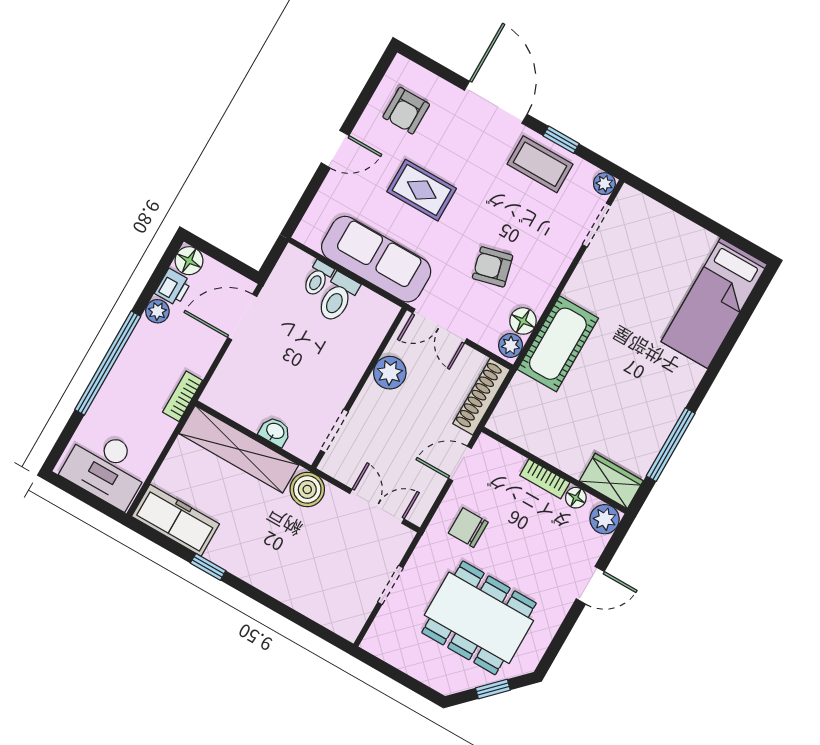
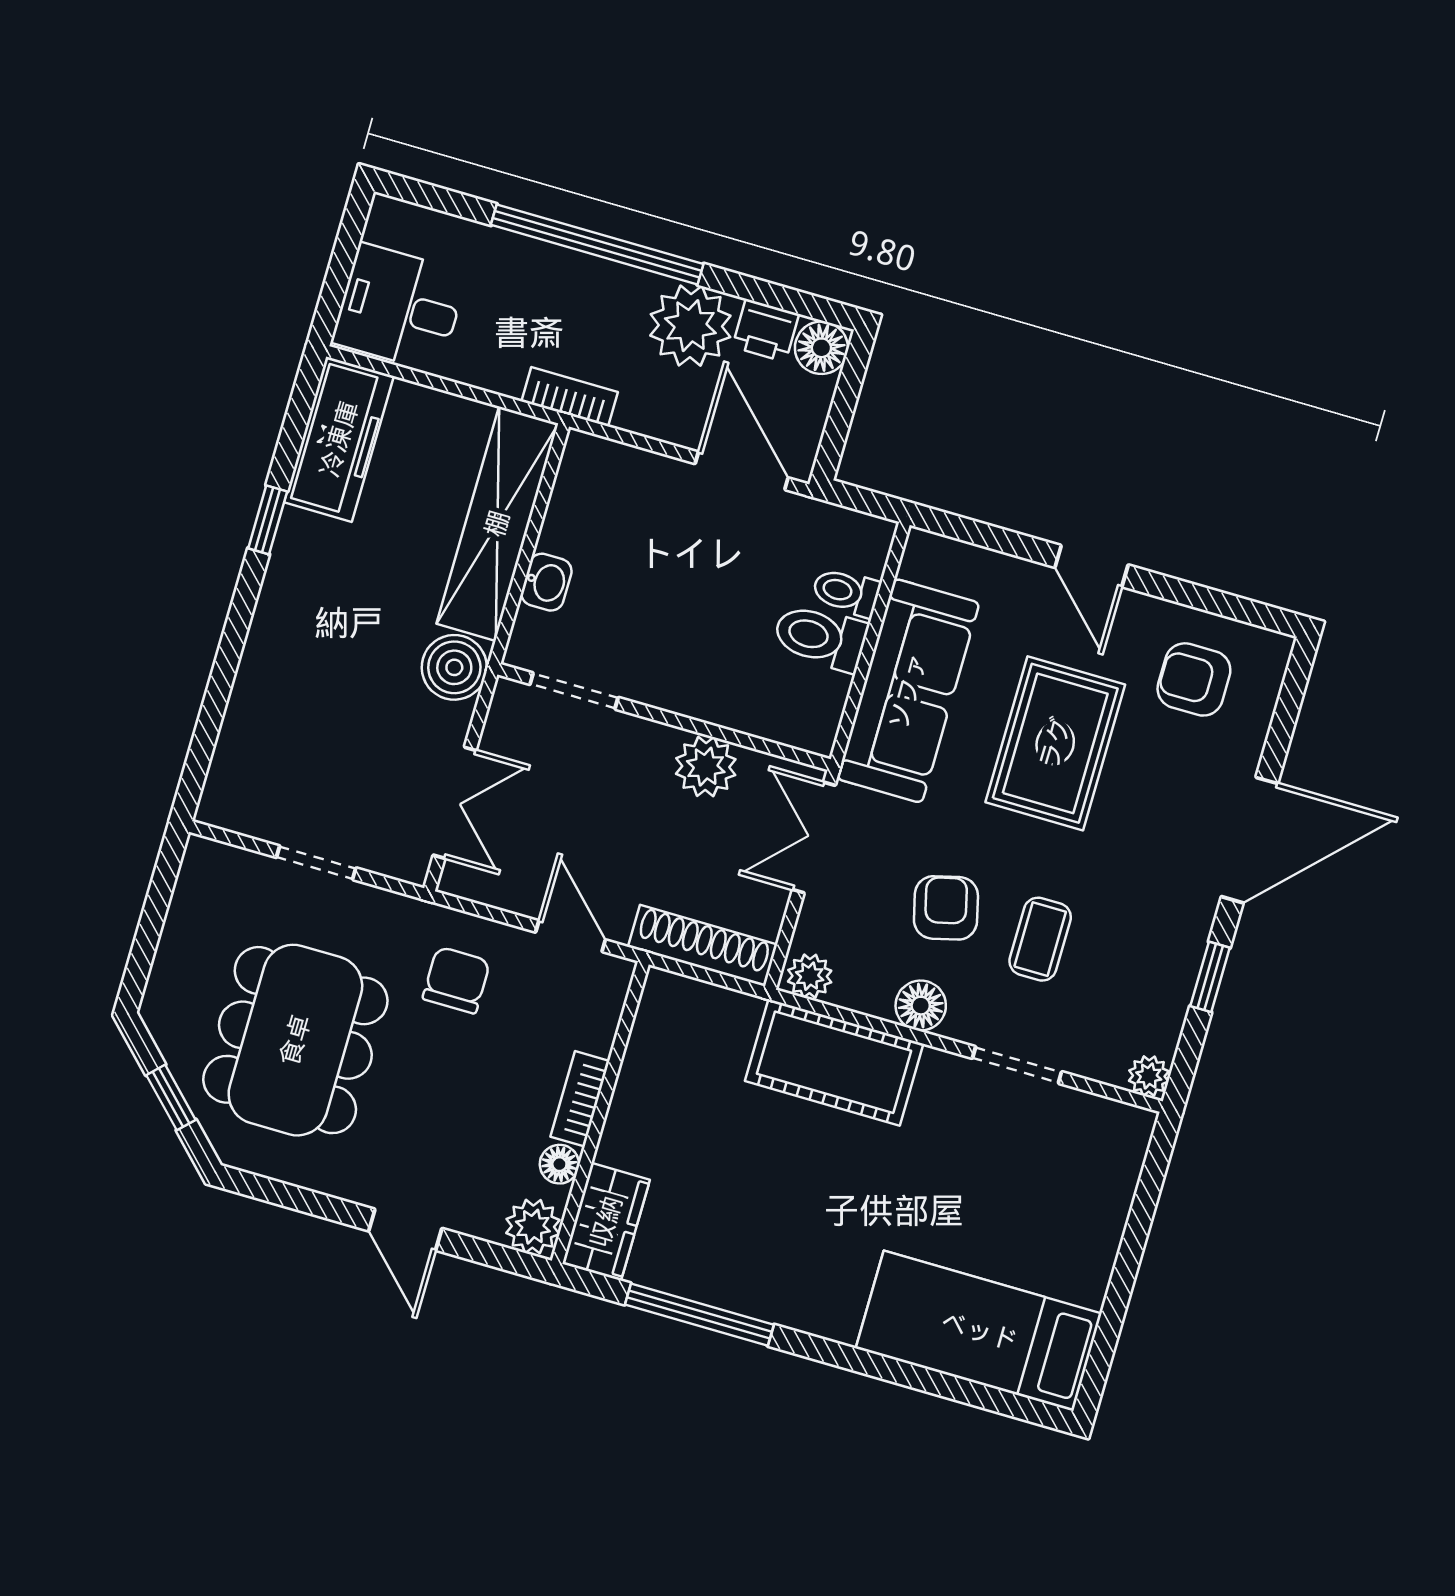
coffee table: (540, 164) -> (1040, 939), moved, width x0.73, depth x0.77
rug: (422, 190) -> (1055, 743), width x1.36, depth x1.43
doorway: (597, 225) -> (1017, 1065), moved
plant: (157, 311) -> (690, 326), width x1.88, depth x1.88
floor lamp: (523, 321) -> (921, 1006), moved
desk: (106, 467) -> (399, 308), width x0.73

